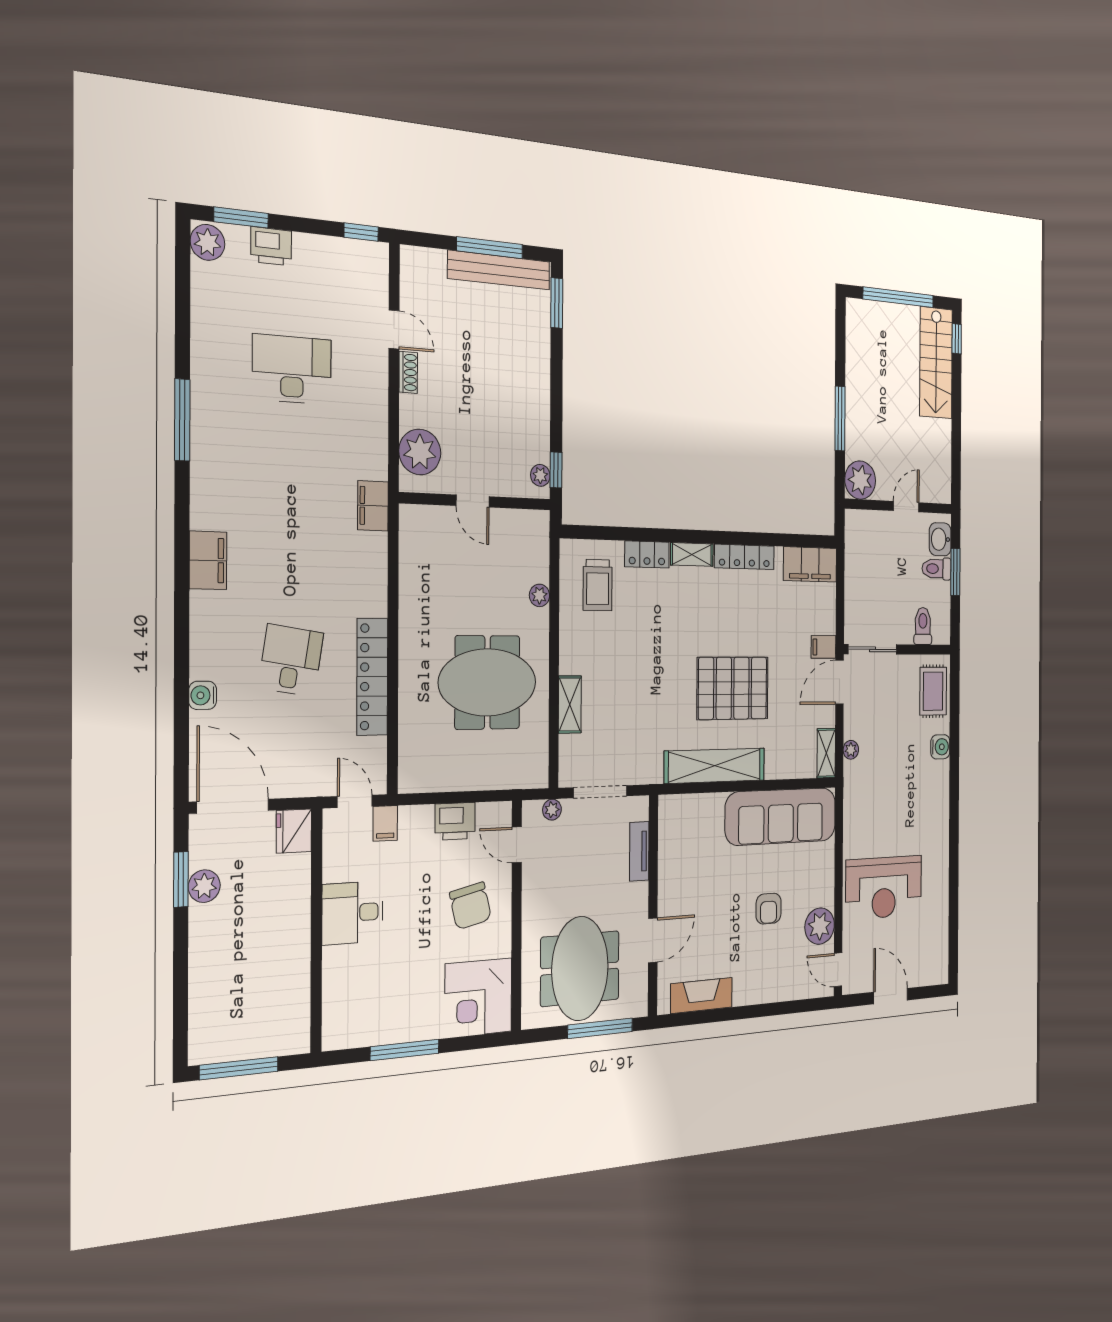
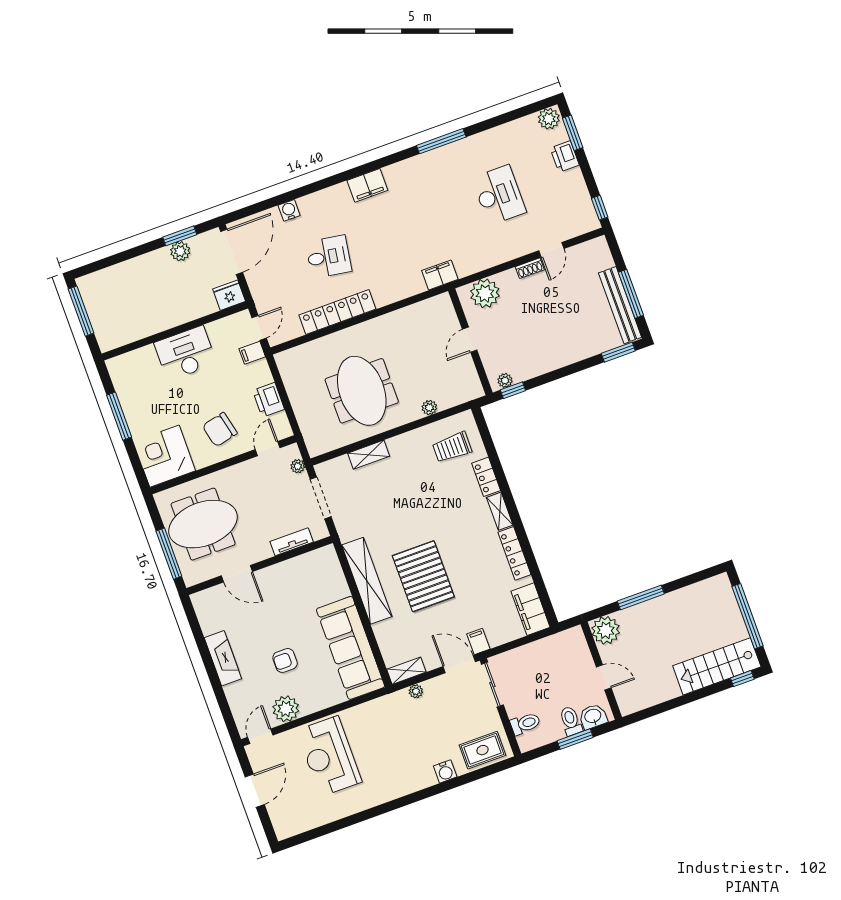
desk: (353, 913) -> (185, 353), width x1.37
fireplace: (701, 996) -> (223, 658), moved

